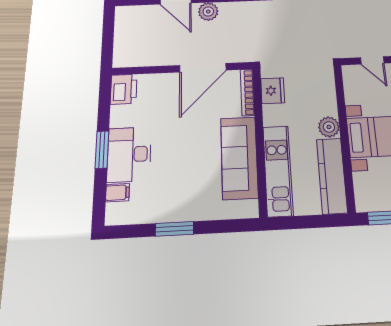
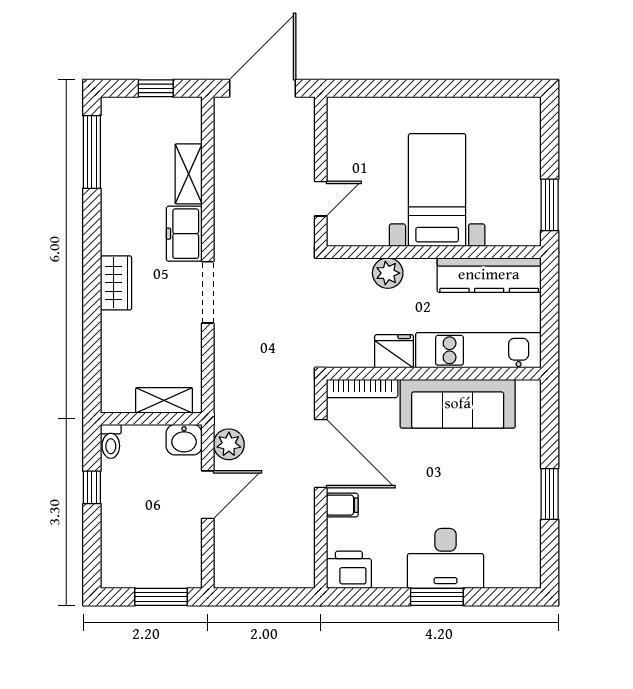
fridge: (273, 91) -> (394, 351), moved
plant: (329, 127) -> (388, 273), moved
filing cabinet: (117, 193) -> (342, 505), moved, turned 90

